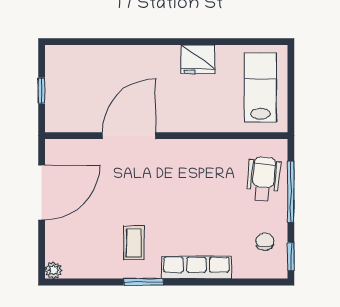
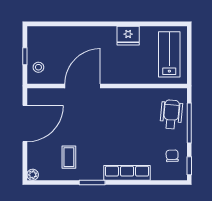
stool: (62, 107) -> (38, 67), added
coffee table: (134, 243) -> (69, 157), moved

